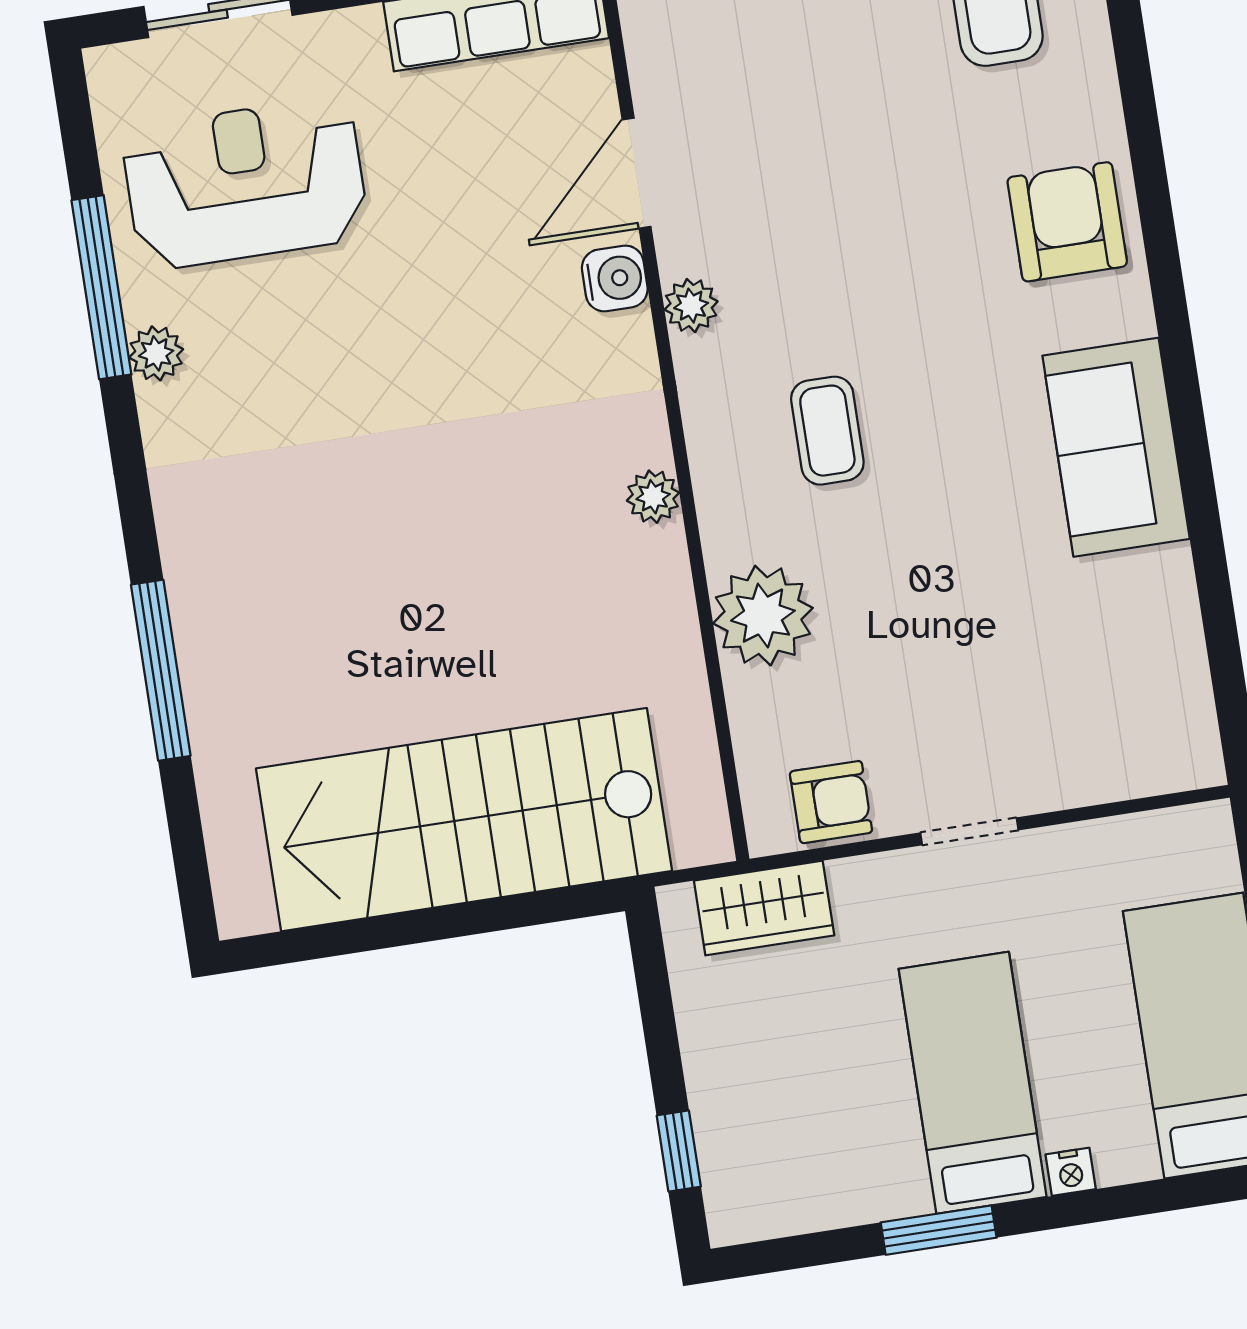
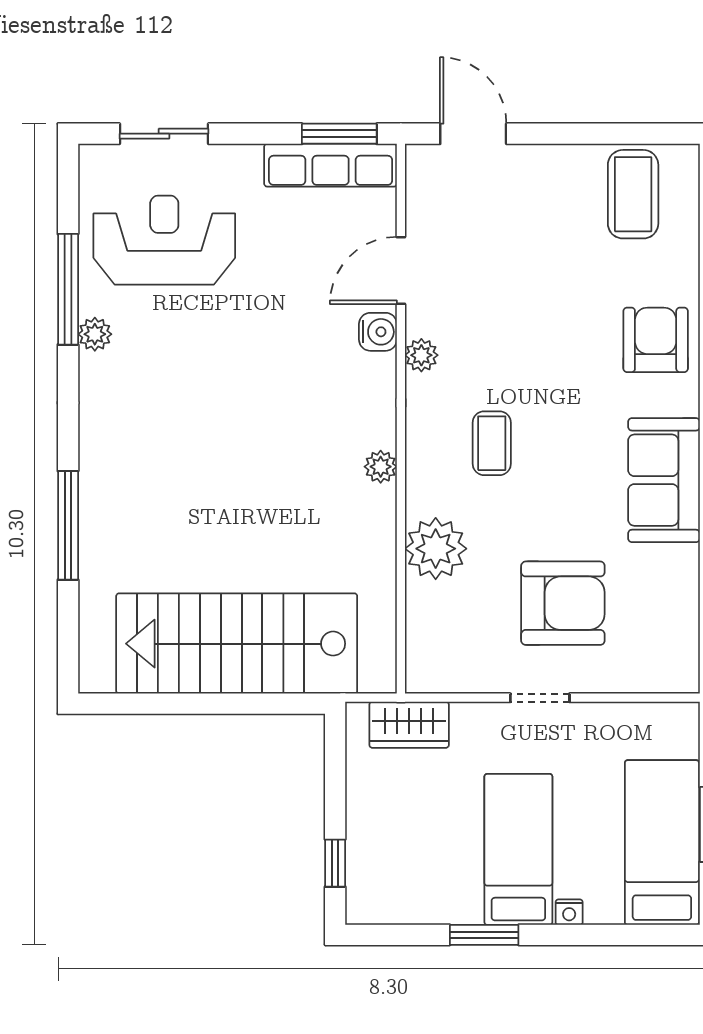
armchair: (831, 802) -> (563, 603), moved, width x1.88, depth x1.88

